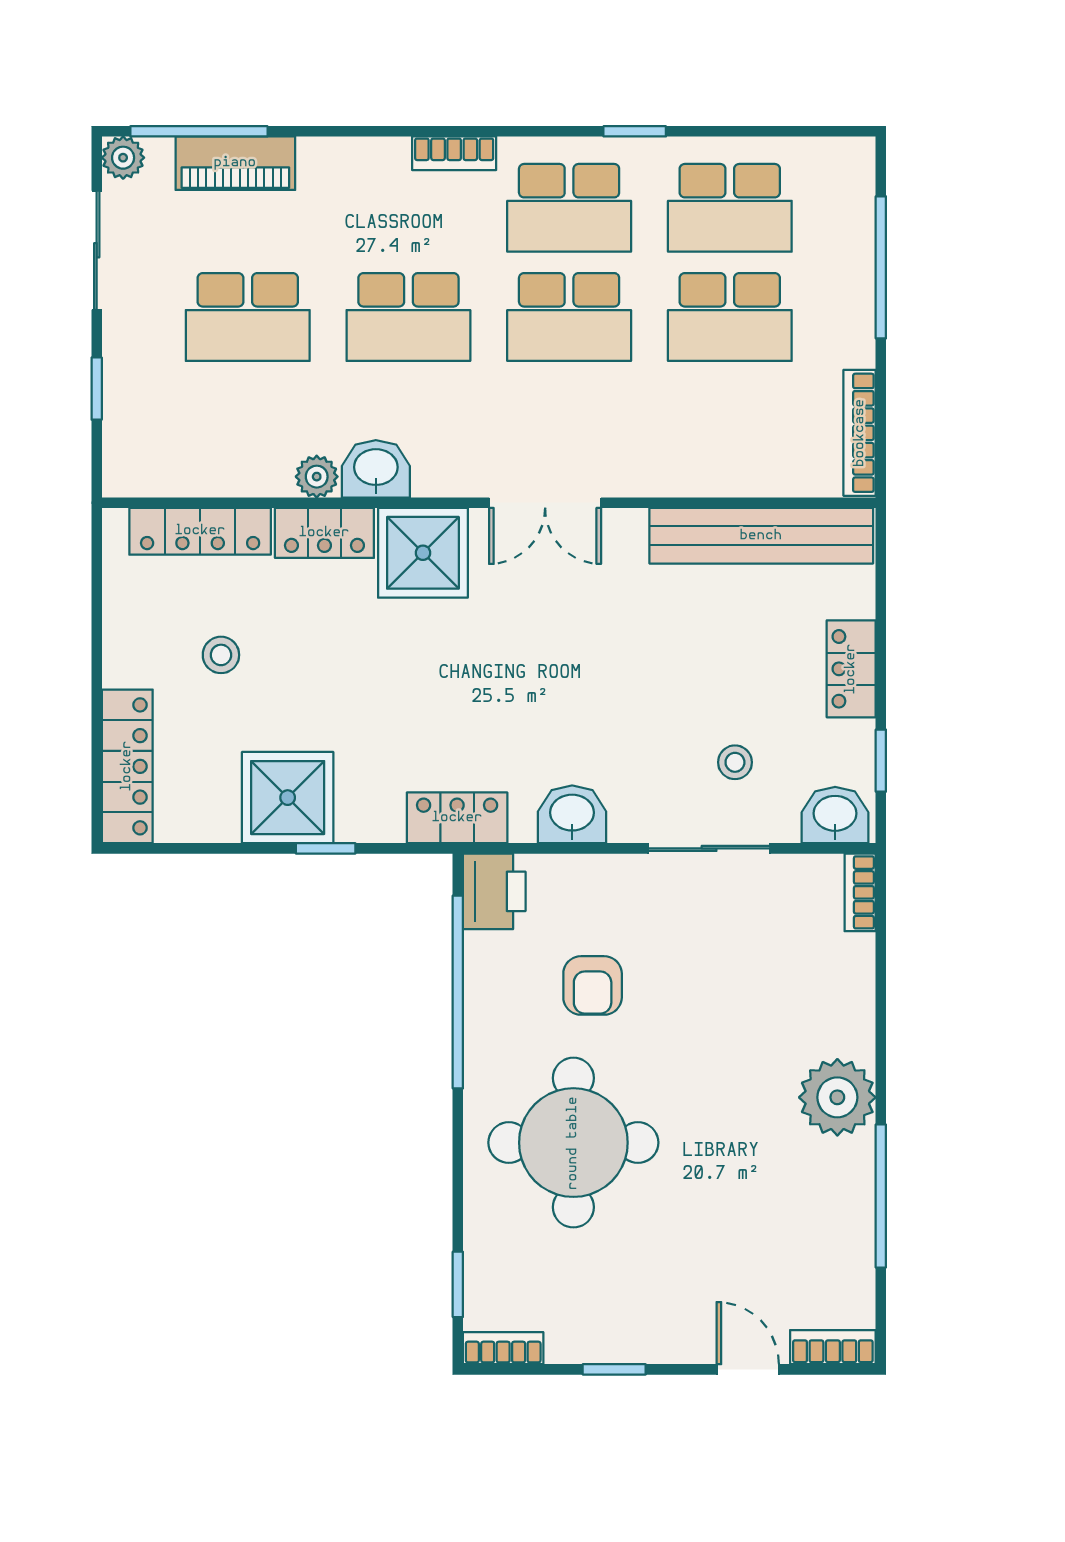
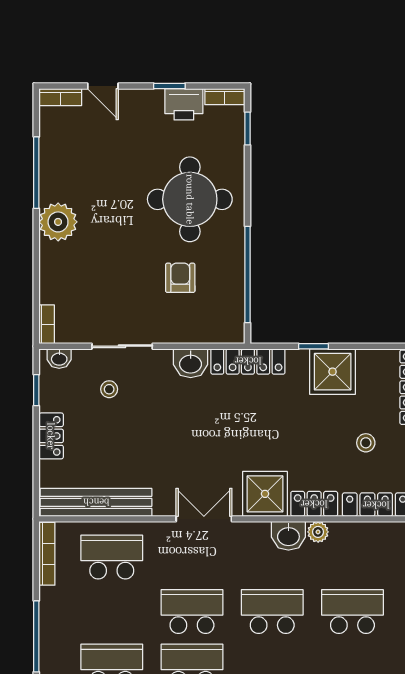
school desk: (730, 317) -> (112, 557), moved
washbasin: (835, 815) -> (59, 359), width x0.72, depth x0.69
locker: (457, 818) -> (248, 361), width x1.53
printer: (494, 891) -> (184, 104), moved, turned -90

